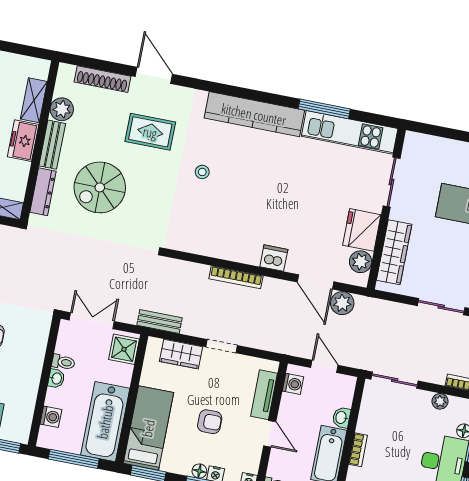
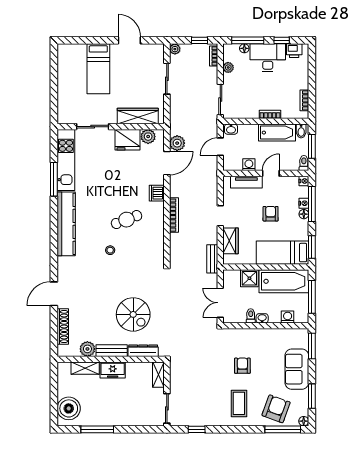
rug: (150, 132) -> (91, 289), removed
cafe table: (243, 205) -> (127, 220), added
shower: (124, 349) -> (249, 278), moved
washing machine: (293, 384) -> (249, 165), moved
washbasin: (341, 418) -> (231, 129), moved

